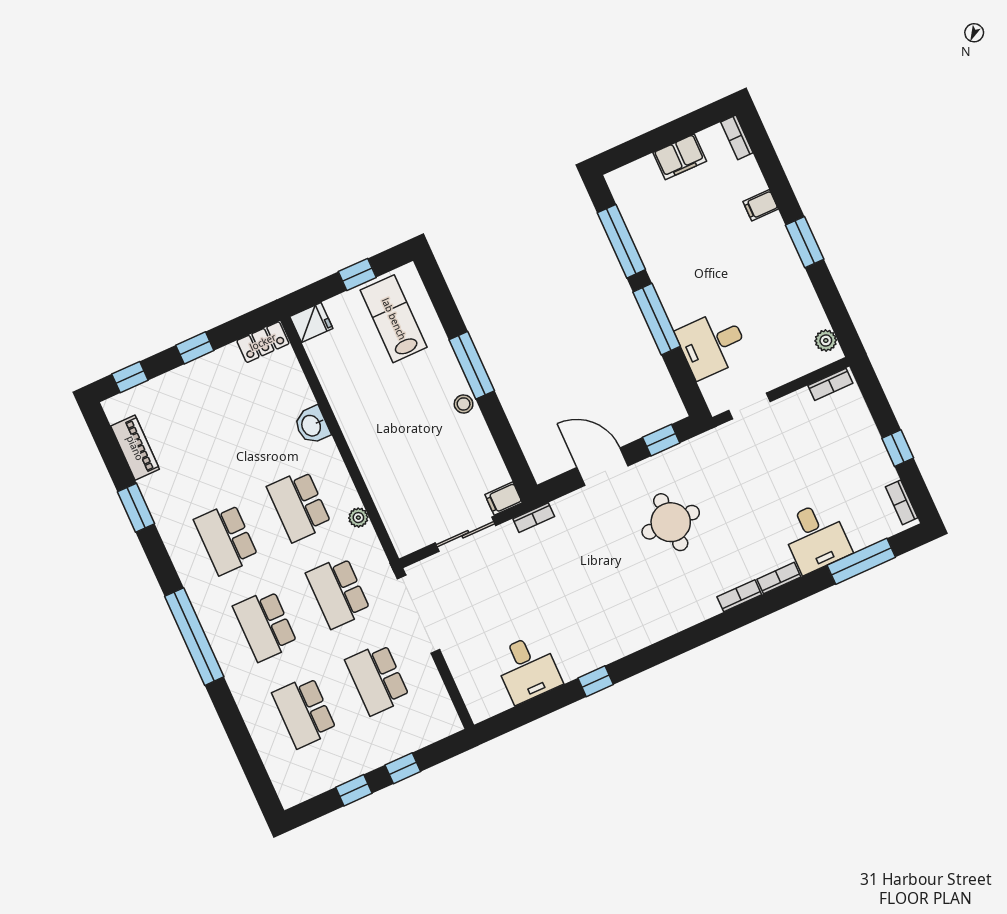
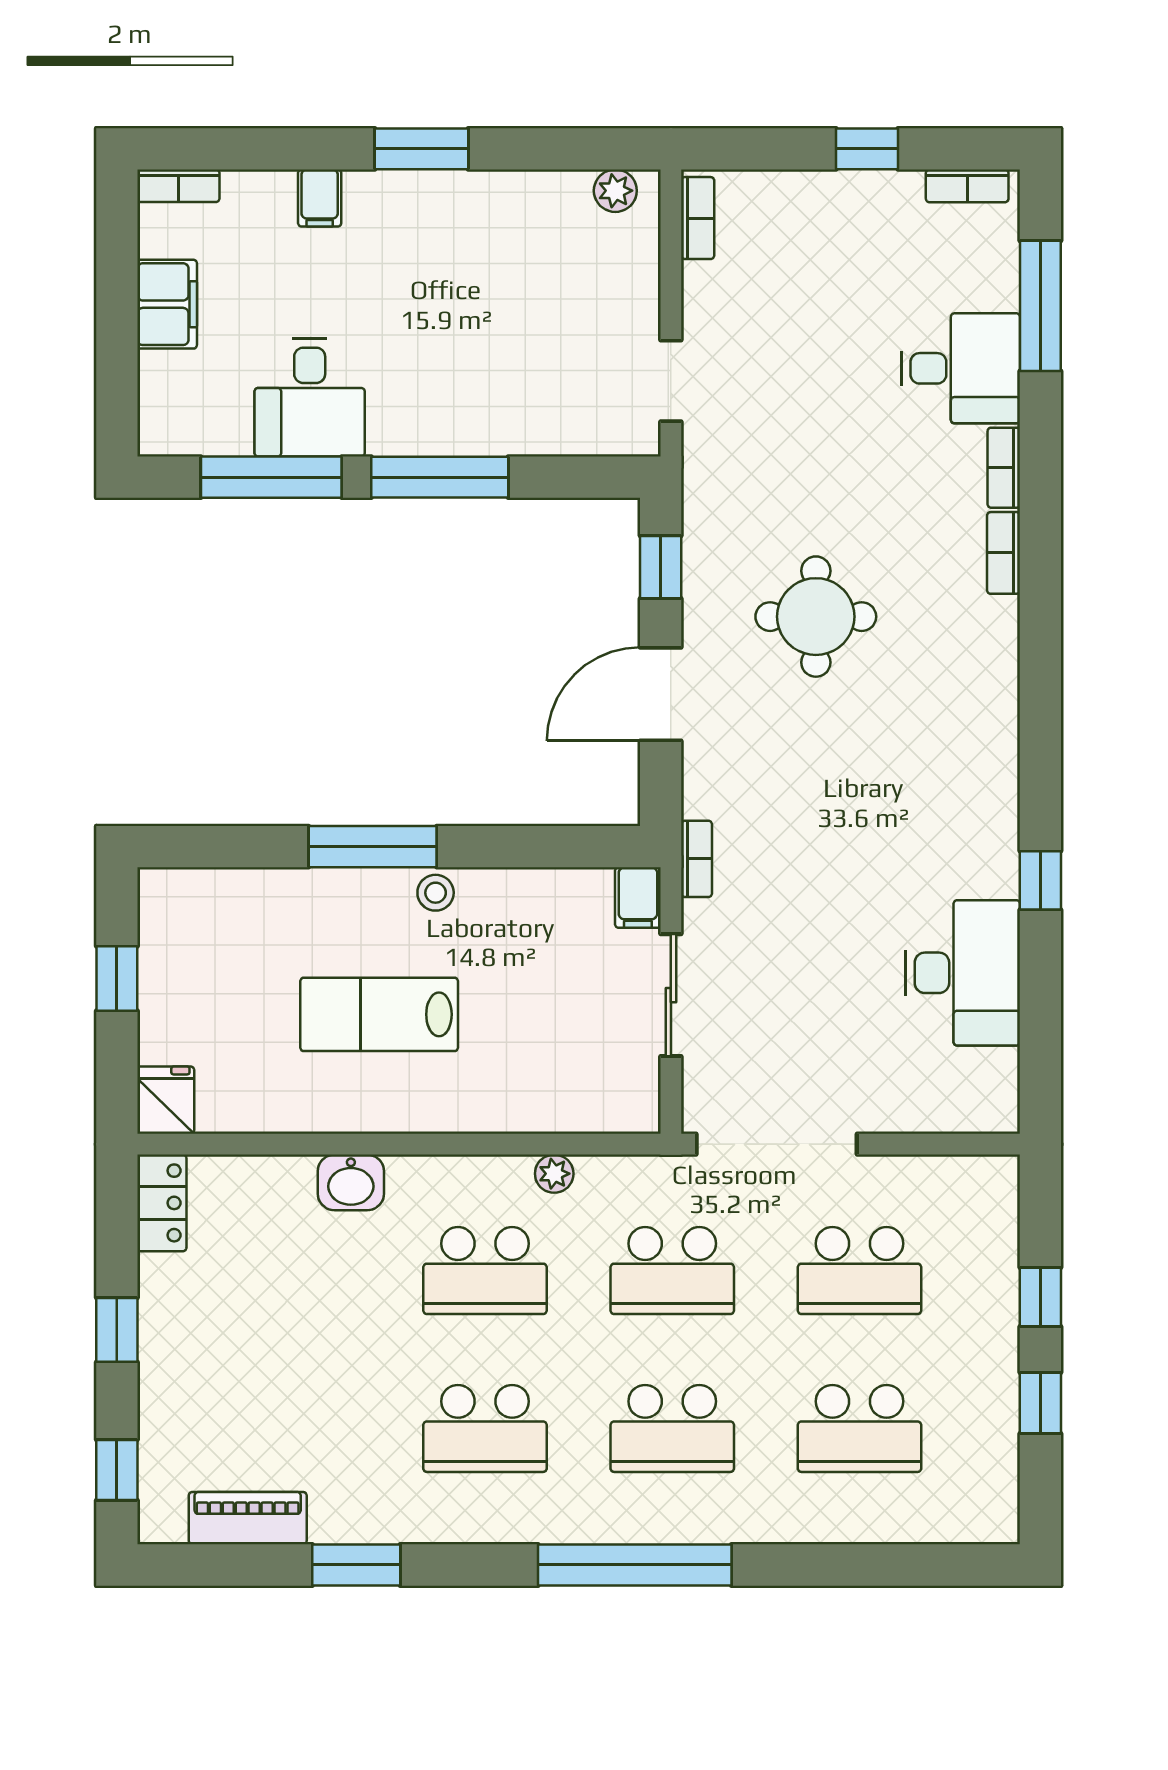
lab bench: (394, 319) -> (379, 1014), moved
desk: (712, 344) -> (310, 397), moved
desk: (527, 669) -> (963, 973), width x1.37

